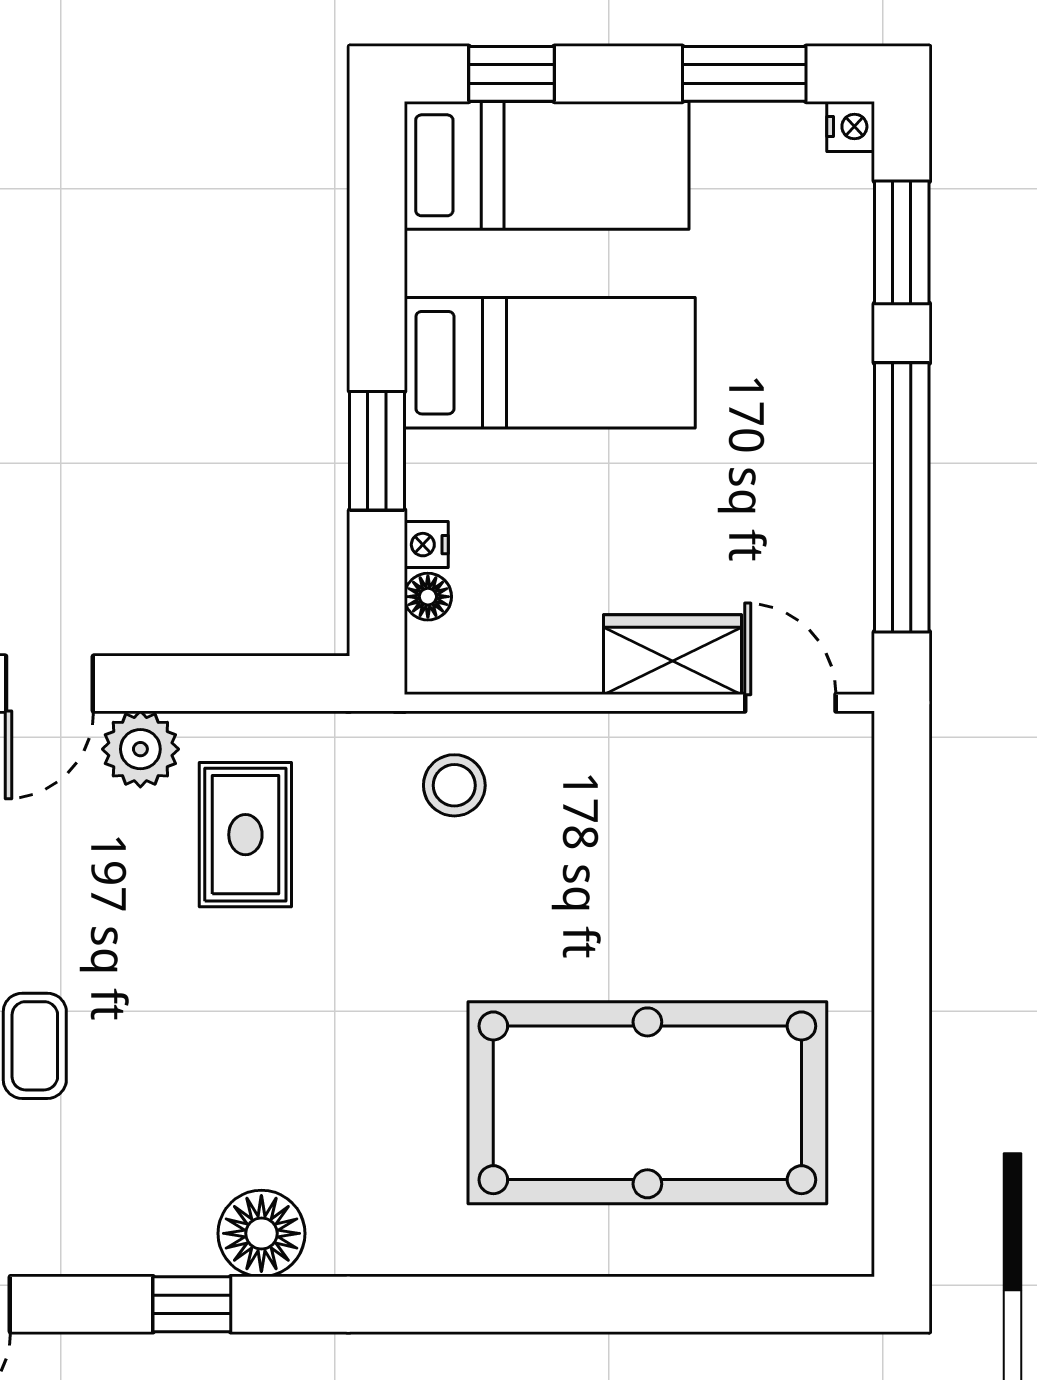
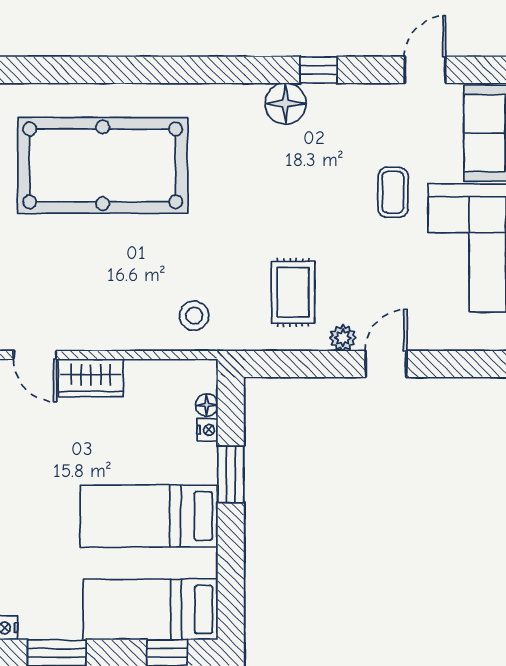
plant: (140, 749) -> (343, 338), width x0.73, depth x0.73

